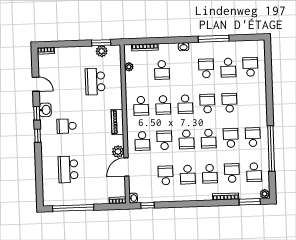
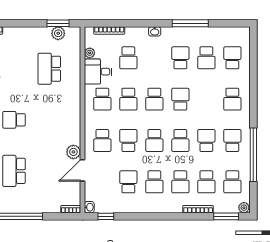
desk: (137, 83) -> (98, 72), added
school desk: (229, 103) -> (232, 99), moved, turned 180
piano: (117, 122) -> (74, 117), removed
school desk: (232, 173) -> (206, 182), turned 180

